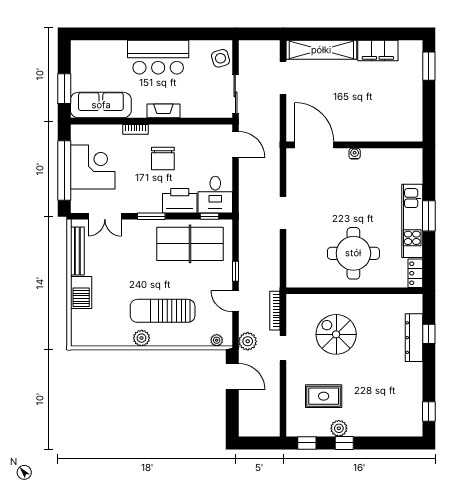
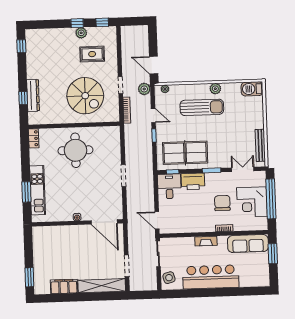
bar counter: (158, 57) -> (211, 277), width x1.36
chair: (163, 159) -> (222, 203), moved
window: (429, 216) -> (26, 192), moved
kitchen unit: (412, 221) -> (38, 190), moved
barbecue: (81, 292) -> (252, 89), moved, turned -90
spiral stairs: (336, 334) -> (85, 96), width x1.37, depth x1.37

